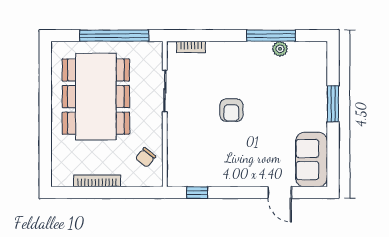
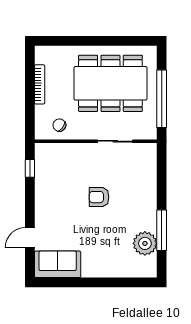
bookcase: (191, 47) -> (152, 163), removed
plant: (280, 49) -> (145, 243), width x1.87, depth x1.87
window: (333, 104) -> (104, 282), removed

